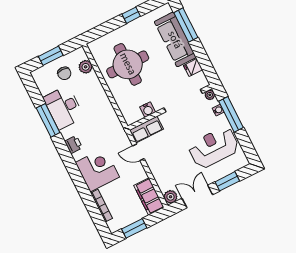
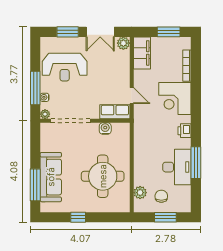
fridge: (193, 68) -> (48, 145), removed

